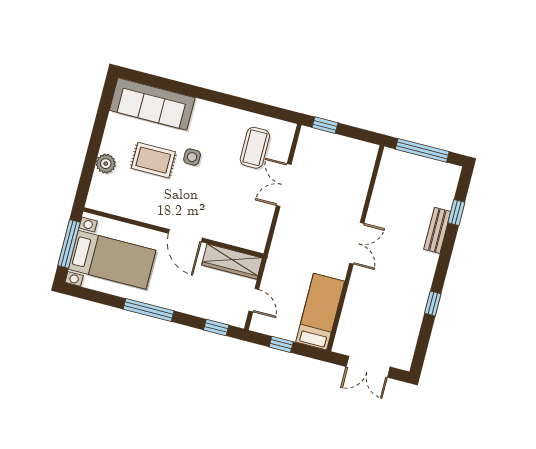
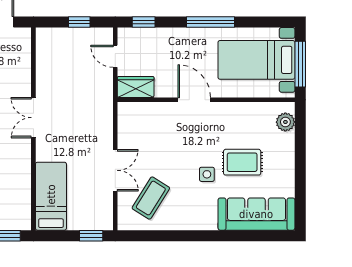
coffee table: (255, 148) -> (151, 198), turned 32
plant: (106, 164) -> (285, 122), moved
double door: (357, 243) -> (33, 118), moved
wardrobe: (232, 261) -> (136, 87), width x0.67
bed: (320, 312) -> (51, 196), moved, turned 180

